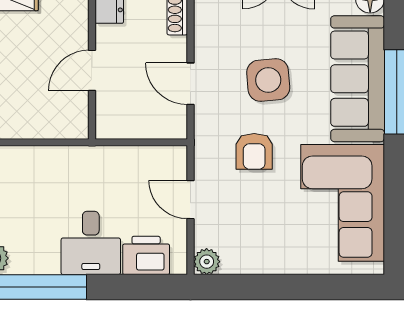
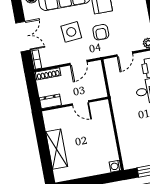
armchair: (254, 151) -> (101, 32), turned 90

